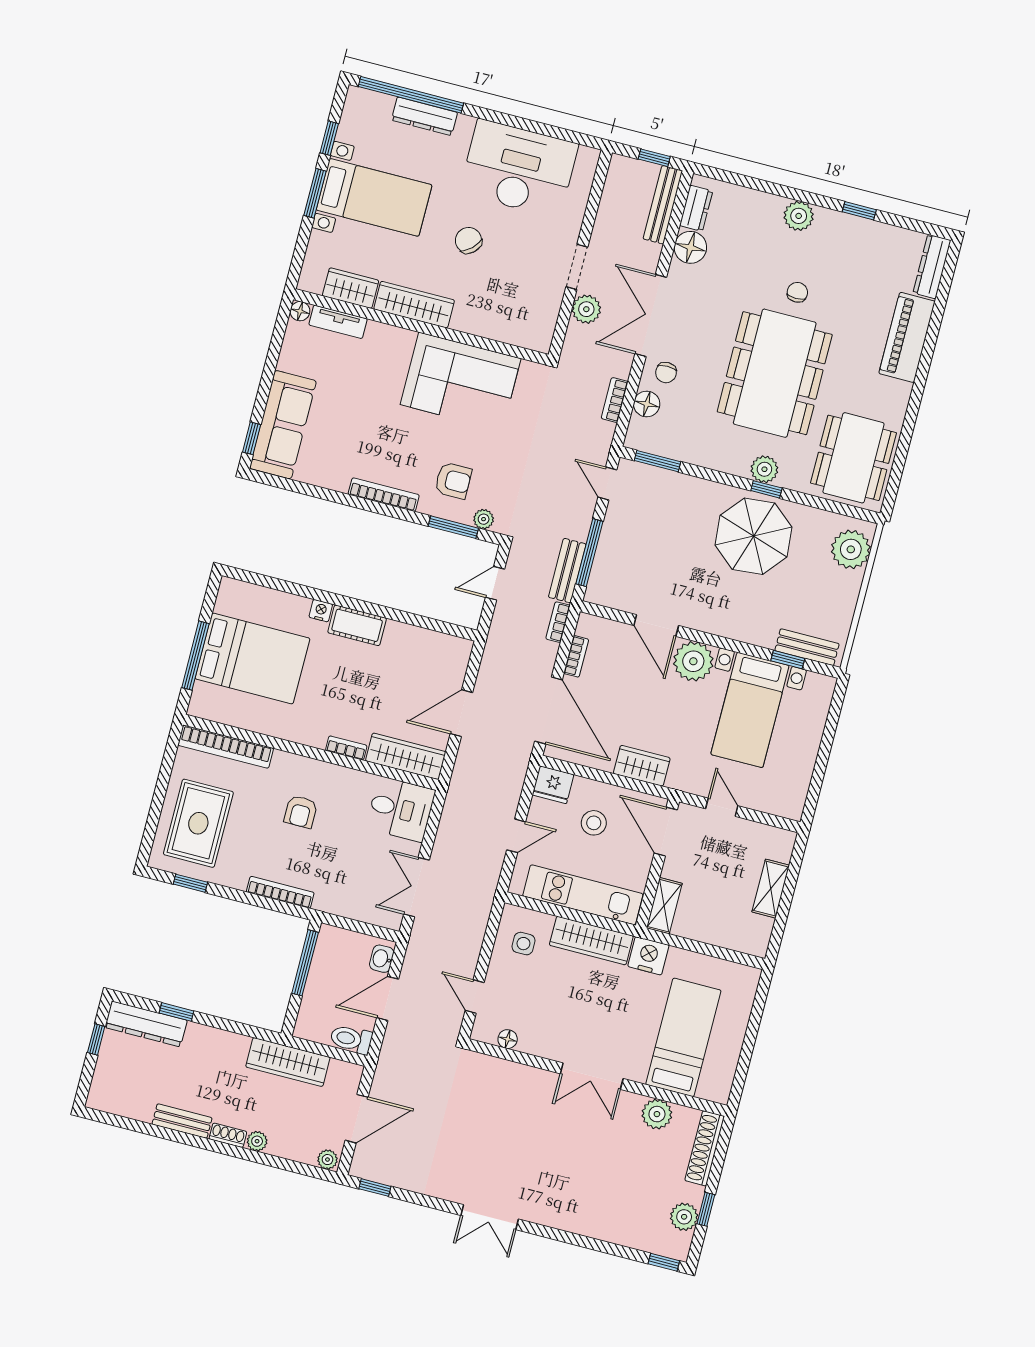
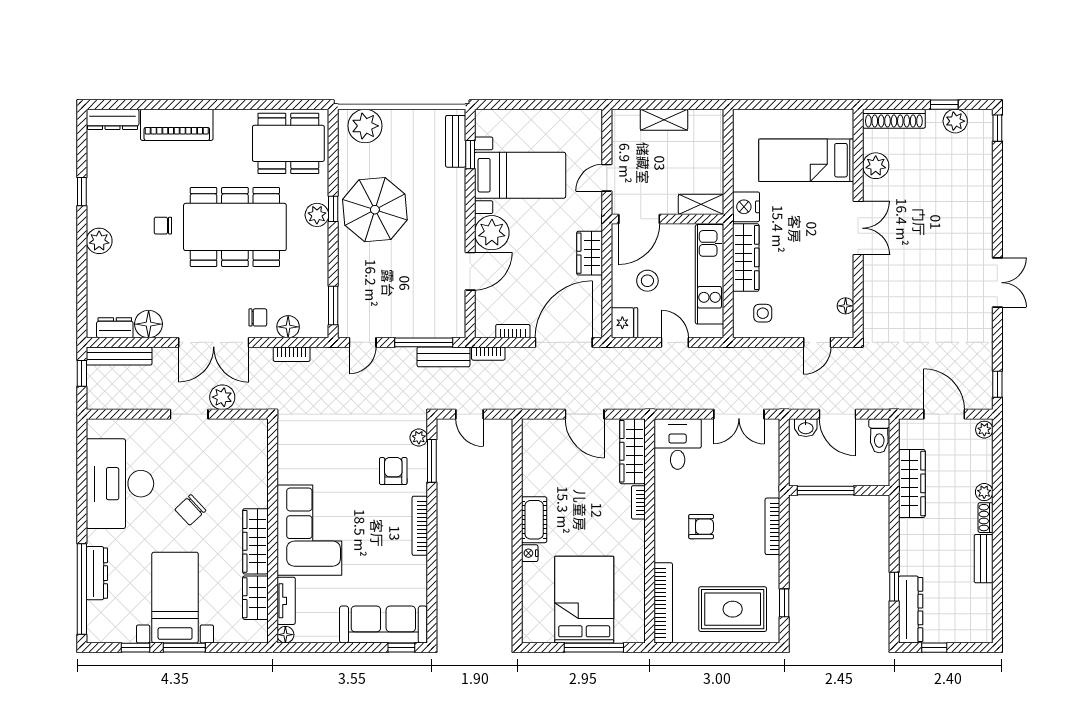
corner sofa: (461, 382) -> (309, 530), moved

